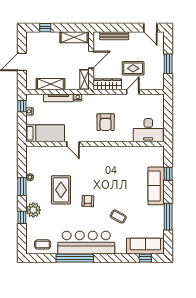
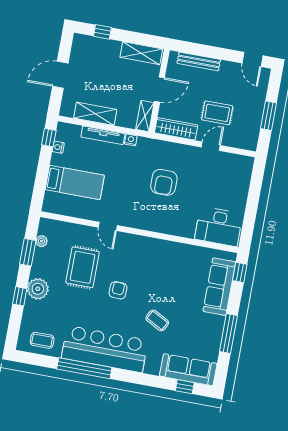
desk: (148, 130) -> (219, 226), moved
door: (73, 144) -> (108, 226), moved
wall: (95, 144) -> (139, 232), moved

